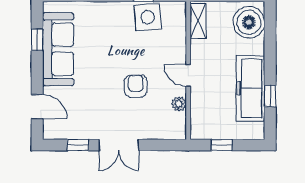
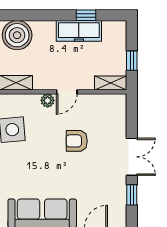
freezer: (250, 88) -> (79, 31), width x0.73, depth x0.79
plant: (179, 104) -> (48, 100), moved
shelving: (198, 122) -> (111, 83), added

